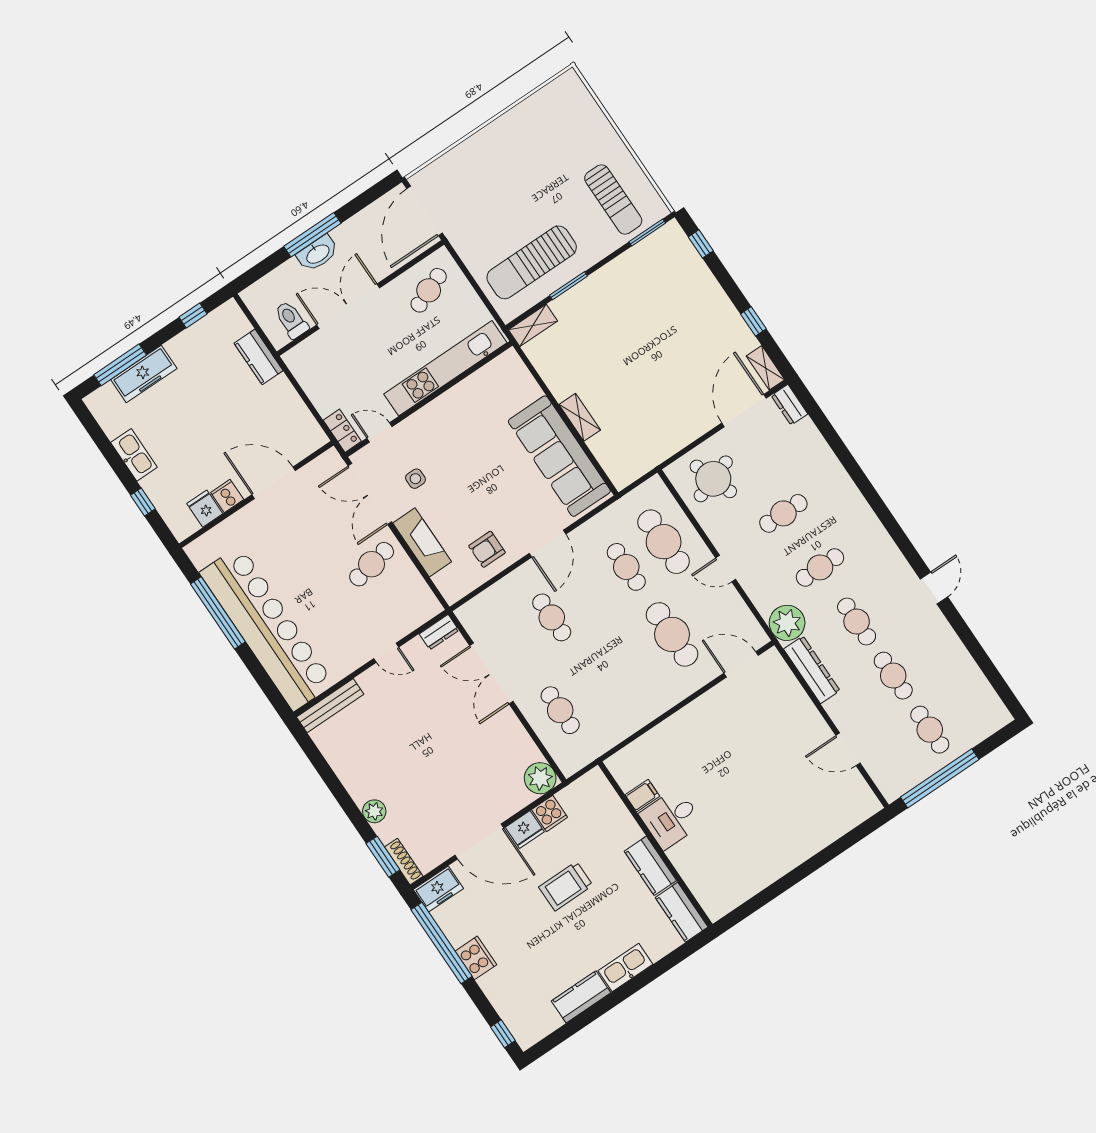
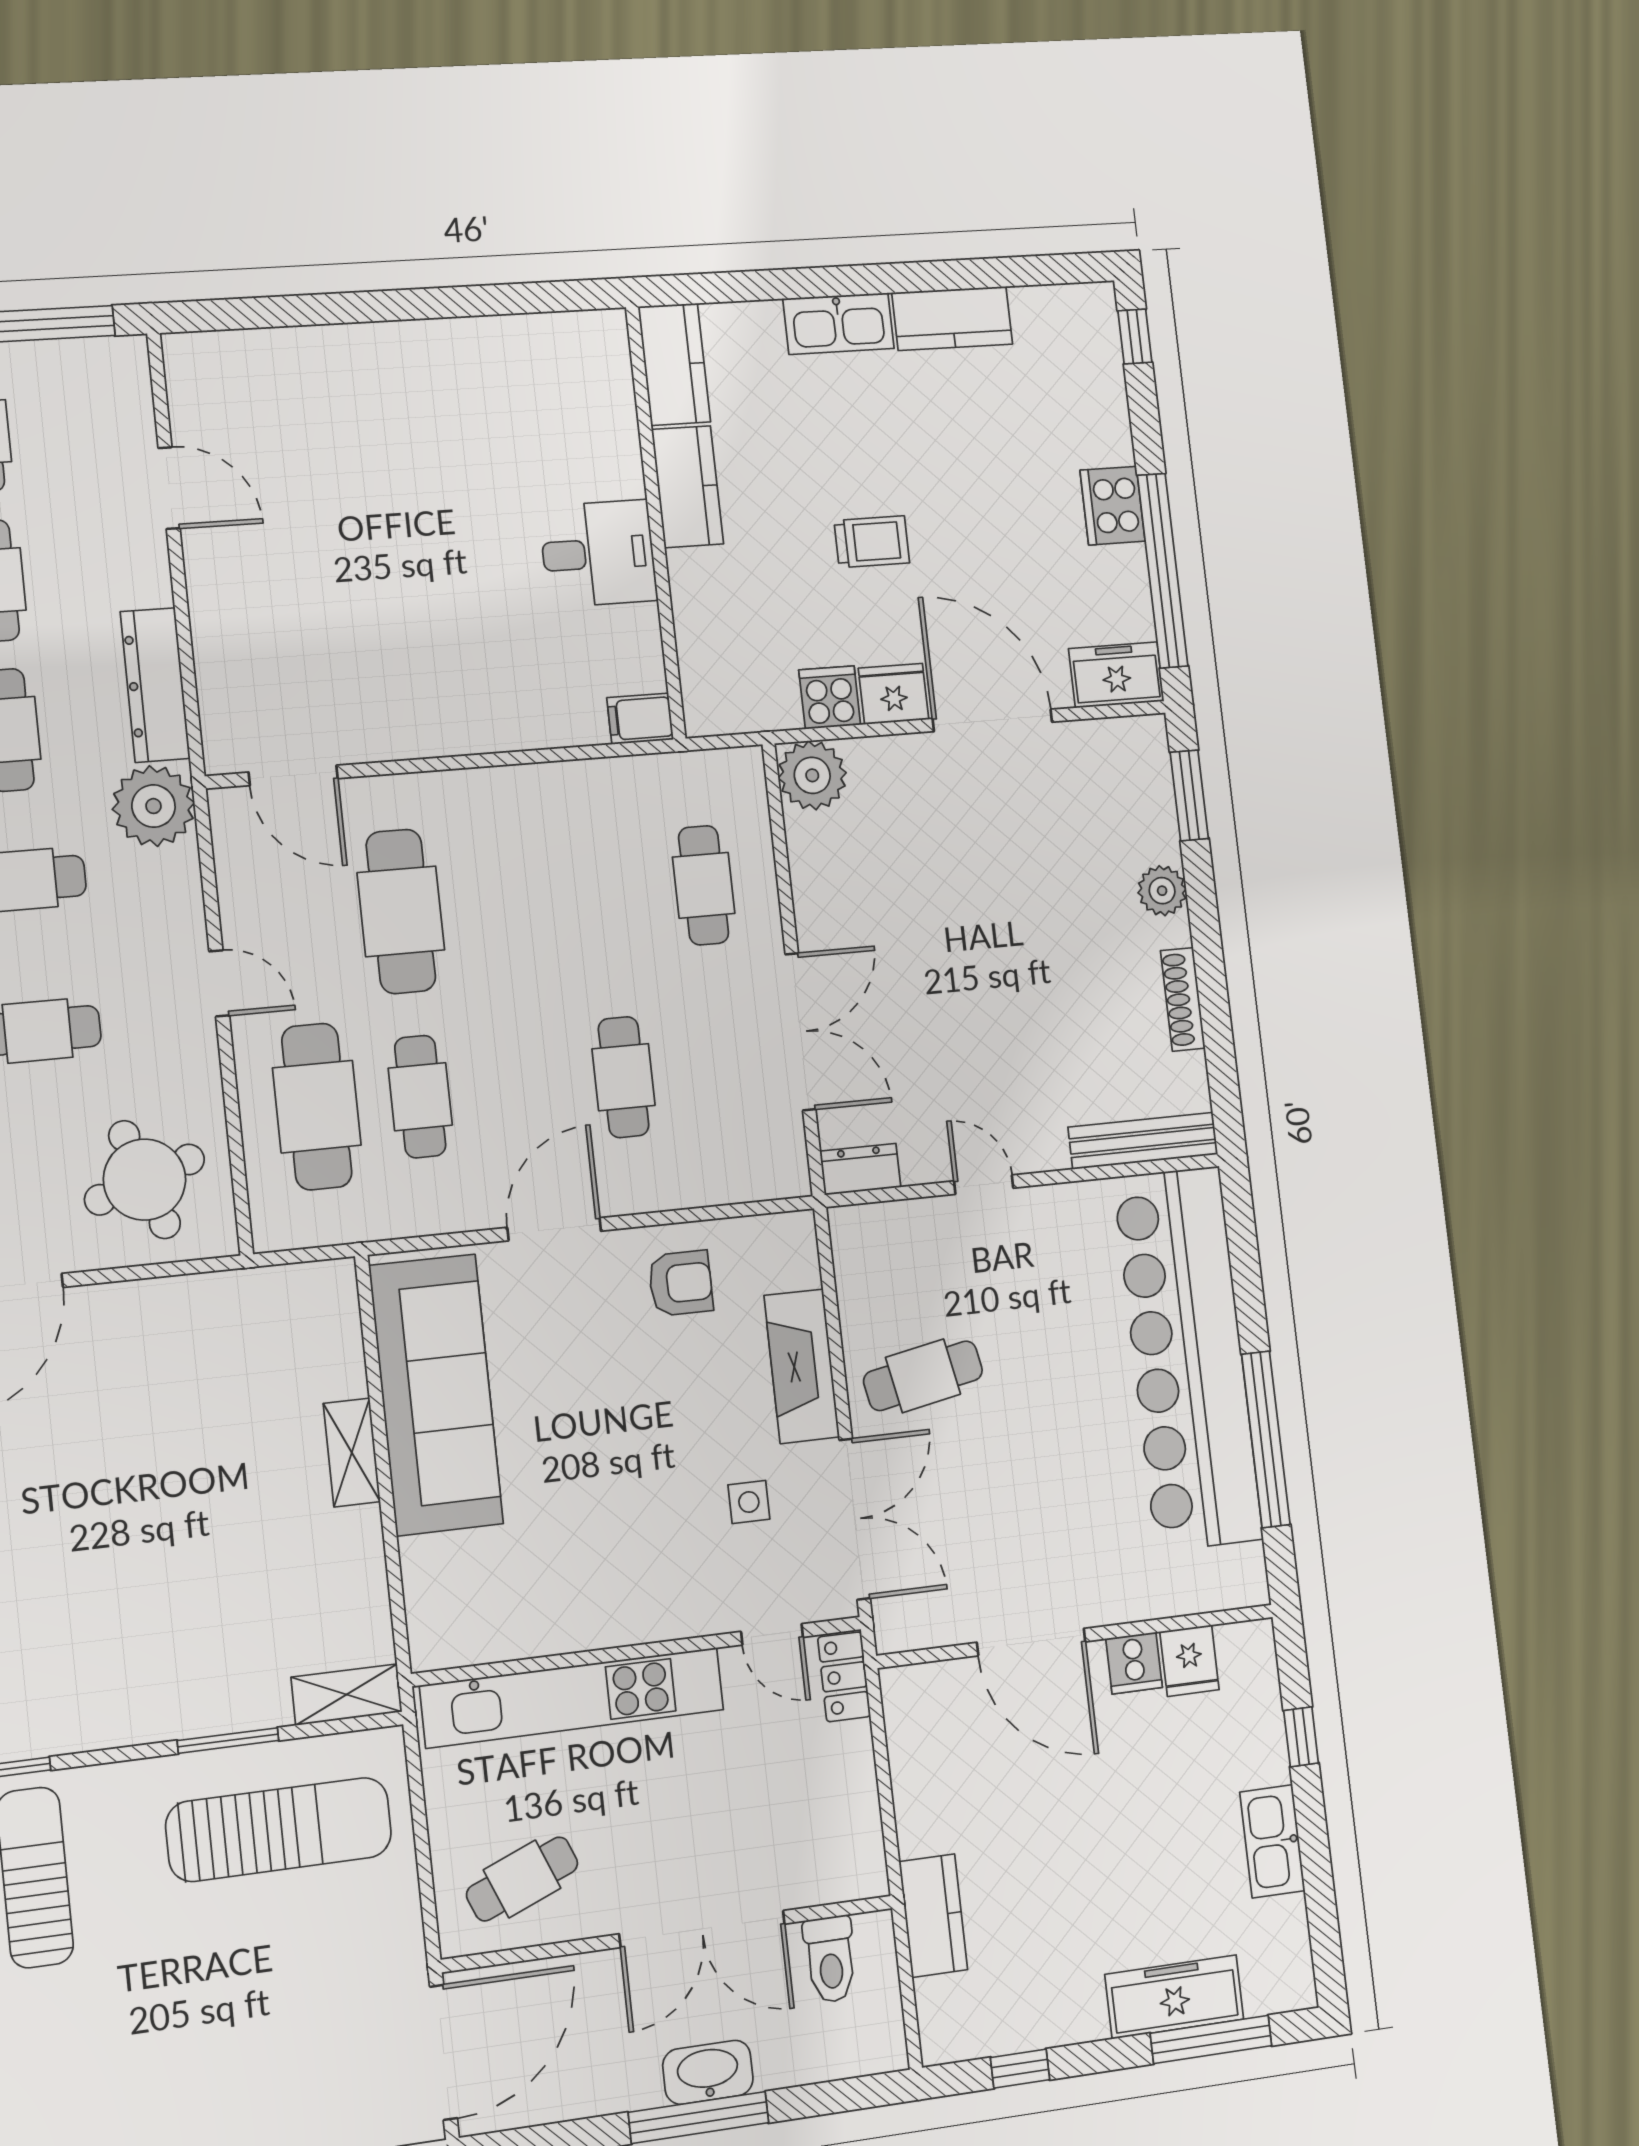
filing cabinet: (642, 796) -> (640, 719), moved
shoe rack: (404, 862) -> (1183, 999), moved
trolley: (566, 886) -> (872, 542), width x0.73, depth x0.72

